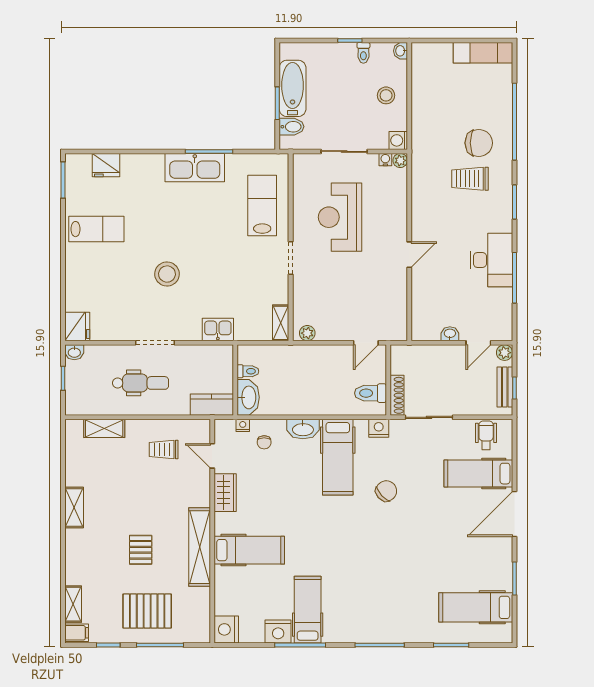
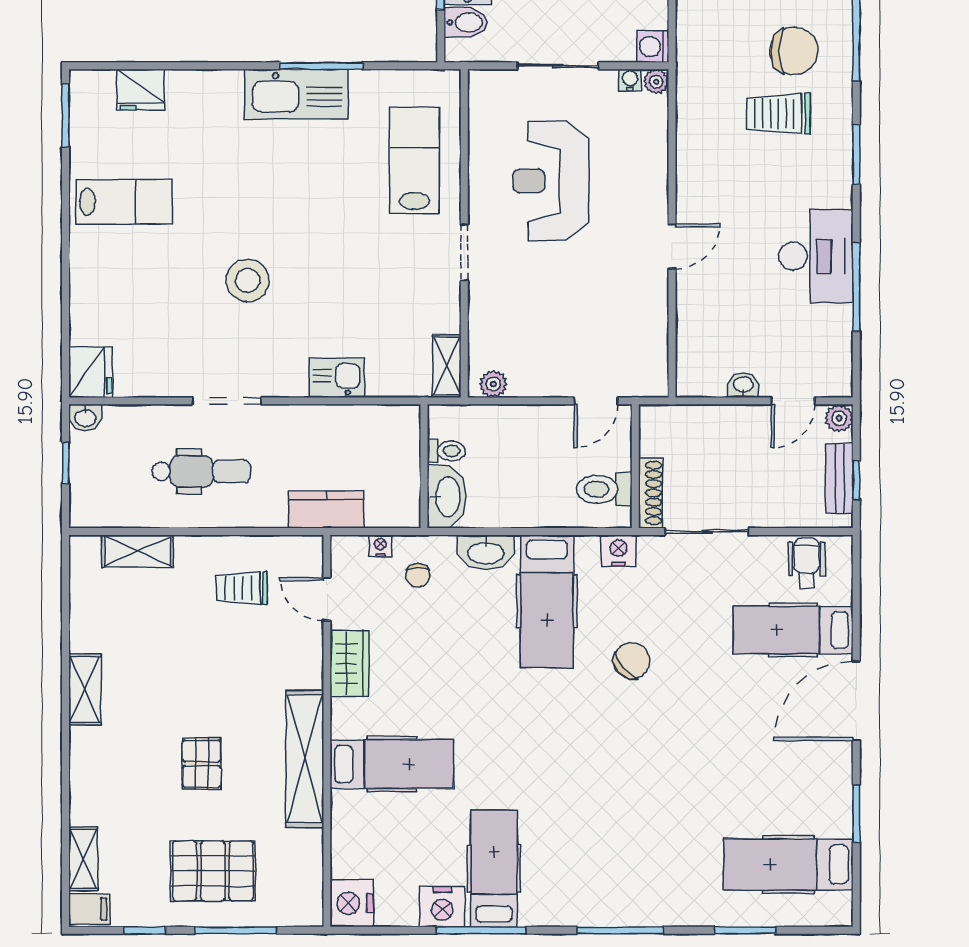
toilet: (248, 371) -> (446, 451), moved
wall: (235, 380) -> (424, 466), moved
washbasin: (248, 397) -> (447, 497), moved

